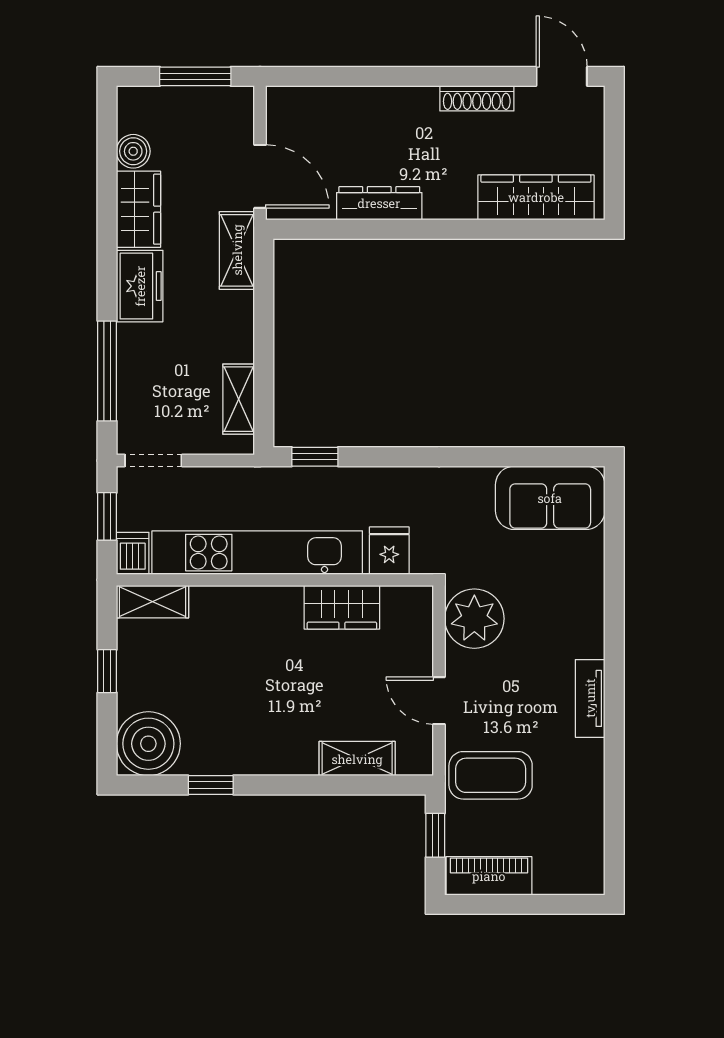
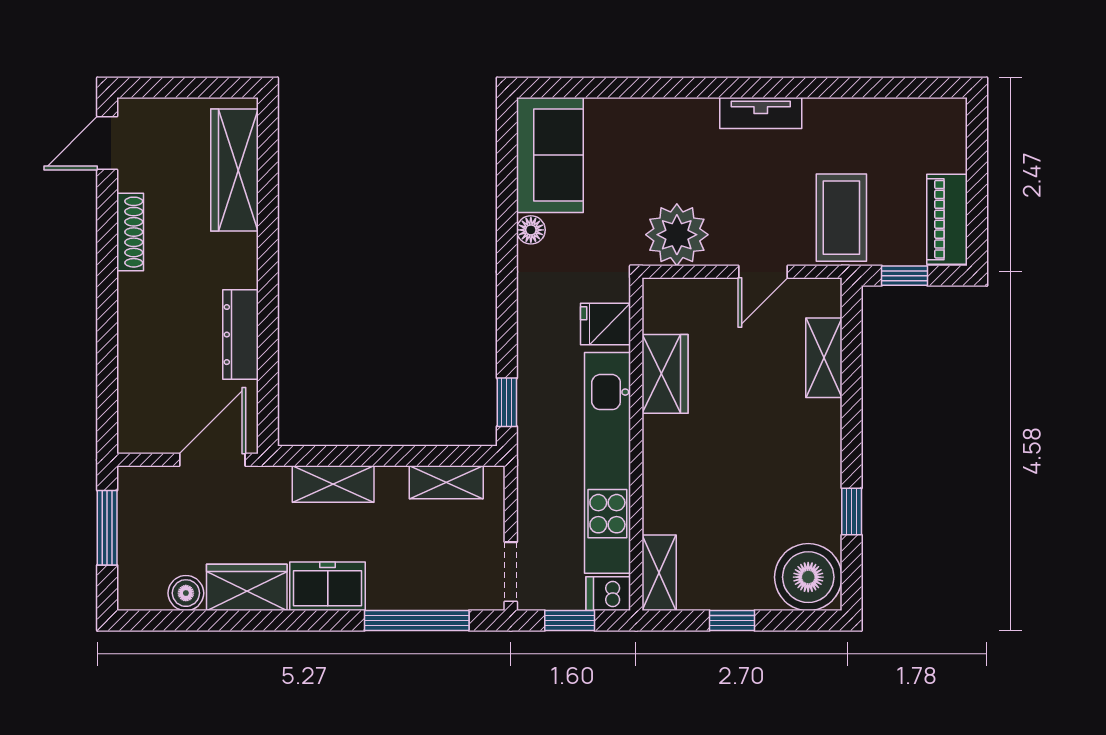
shelving: (237, 250) -> (333, 484), moved
floor lamp: (479, 480) -> (531, 230), added

